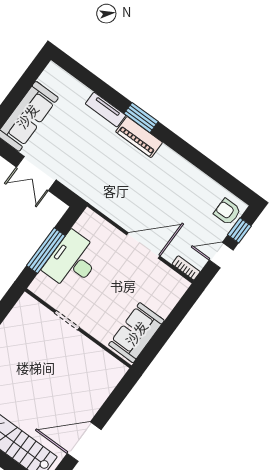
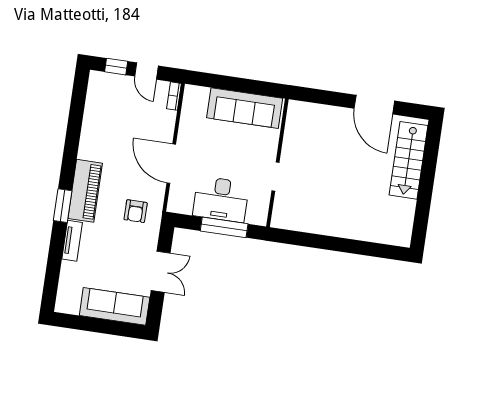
piano: (139, 137) -> (85, 191), width x1.37, depth x1.33
armchair: (227, 212) -> (136, 211), moved
door: (143, 245) -> (171, 164), moved
sofa: (136, 333) -> (245, 108), width x1.36

